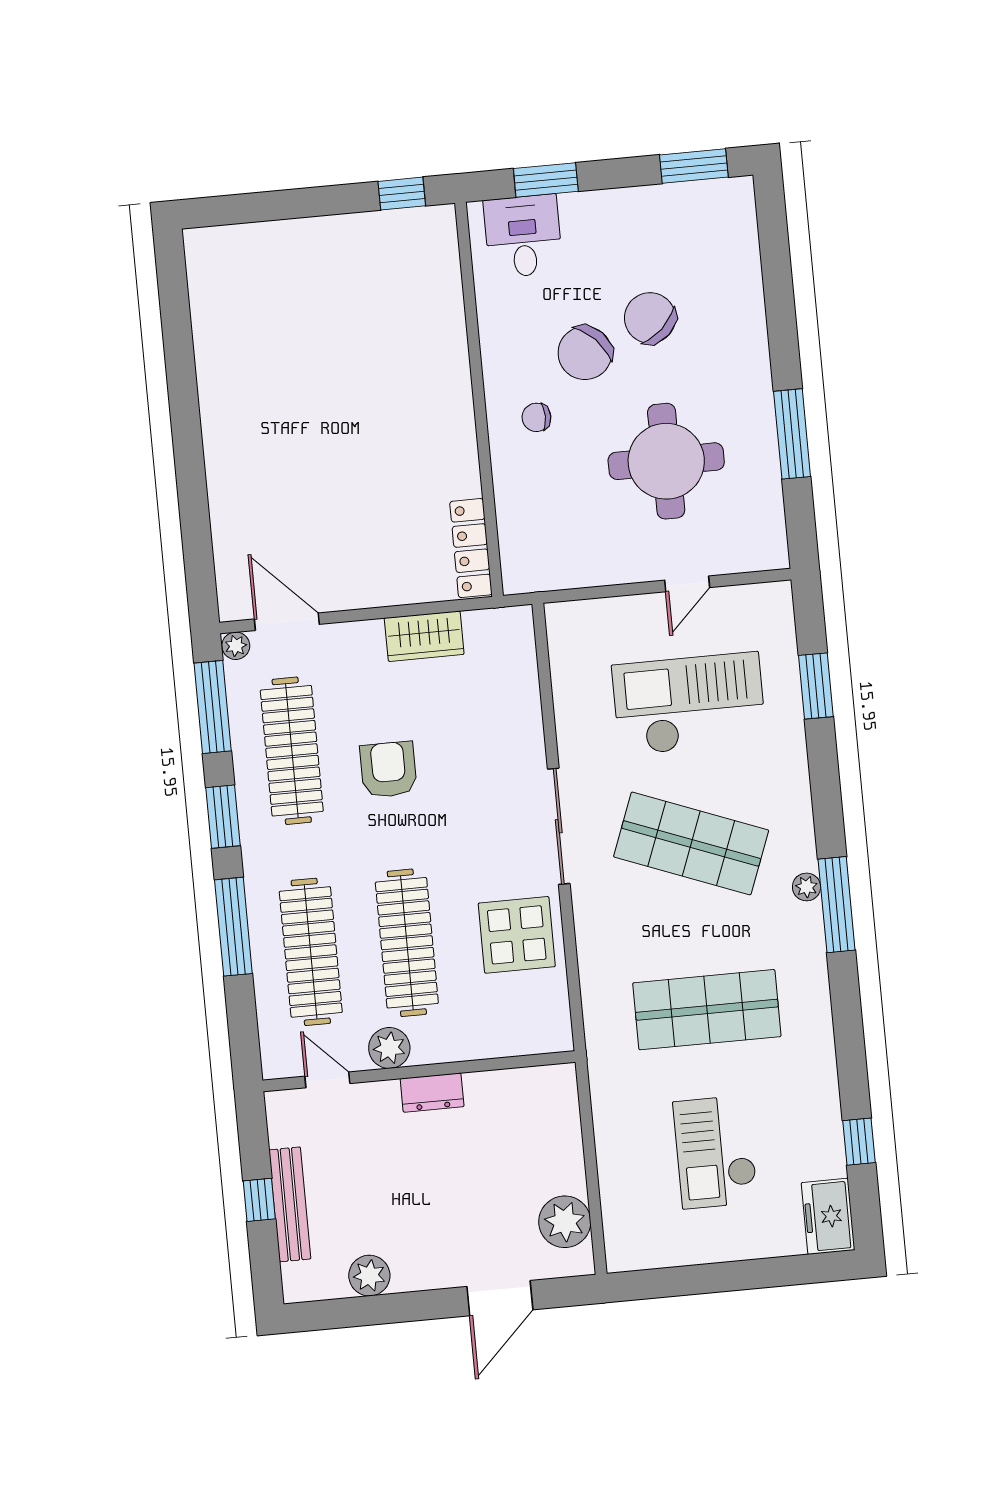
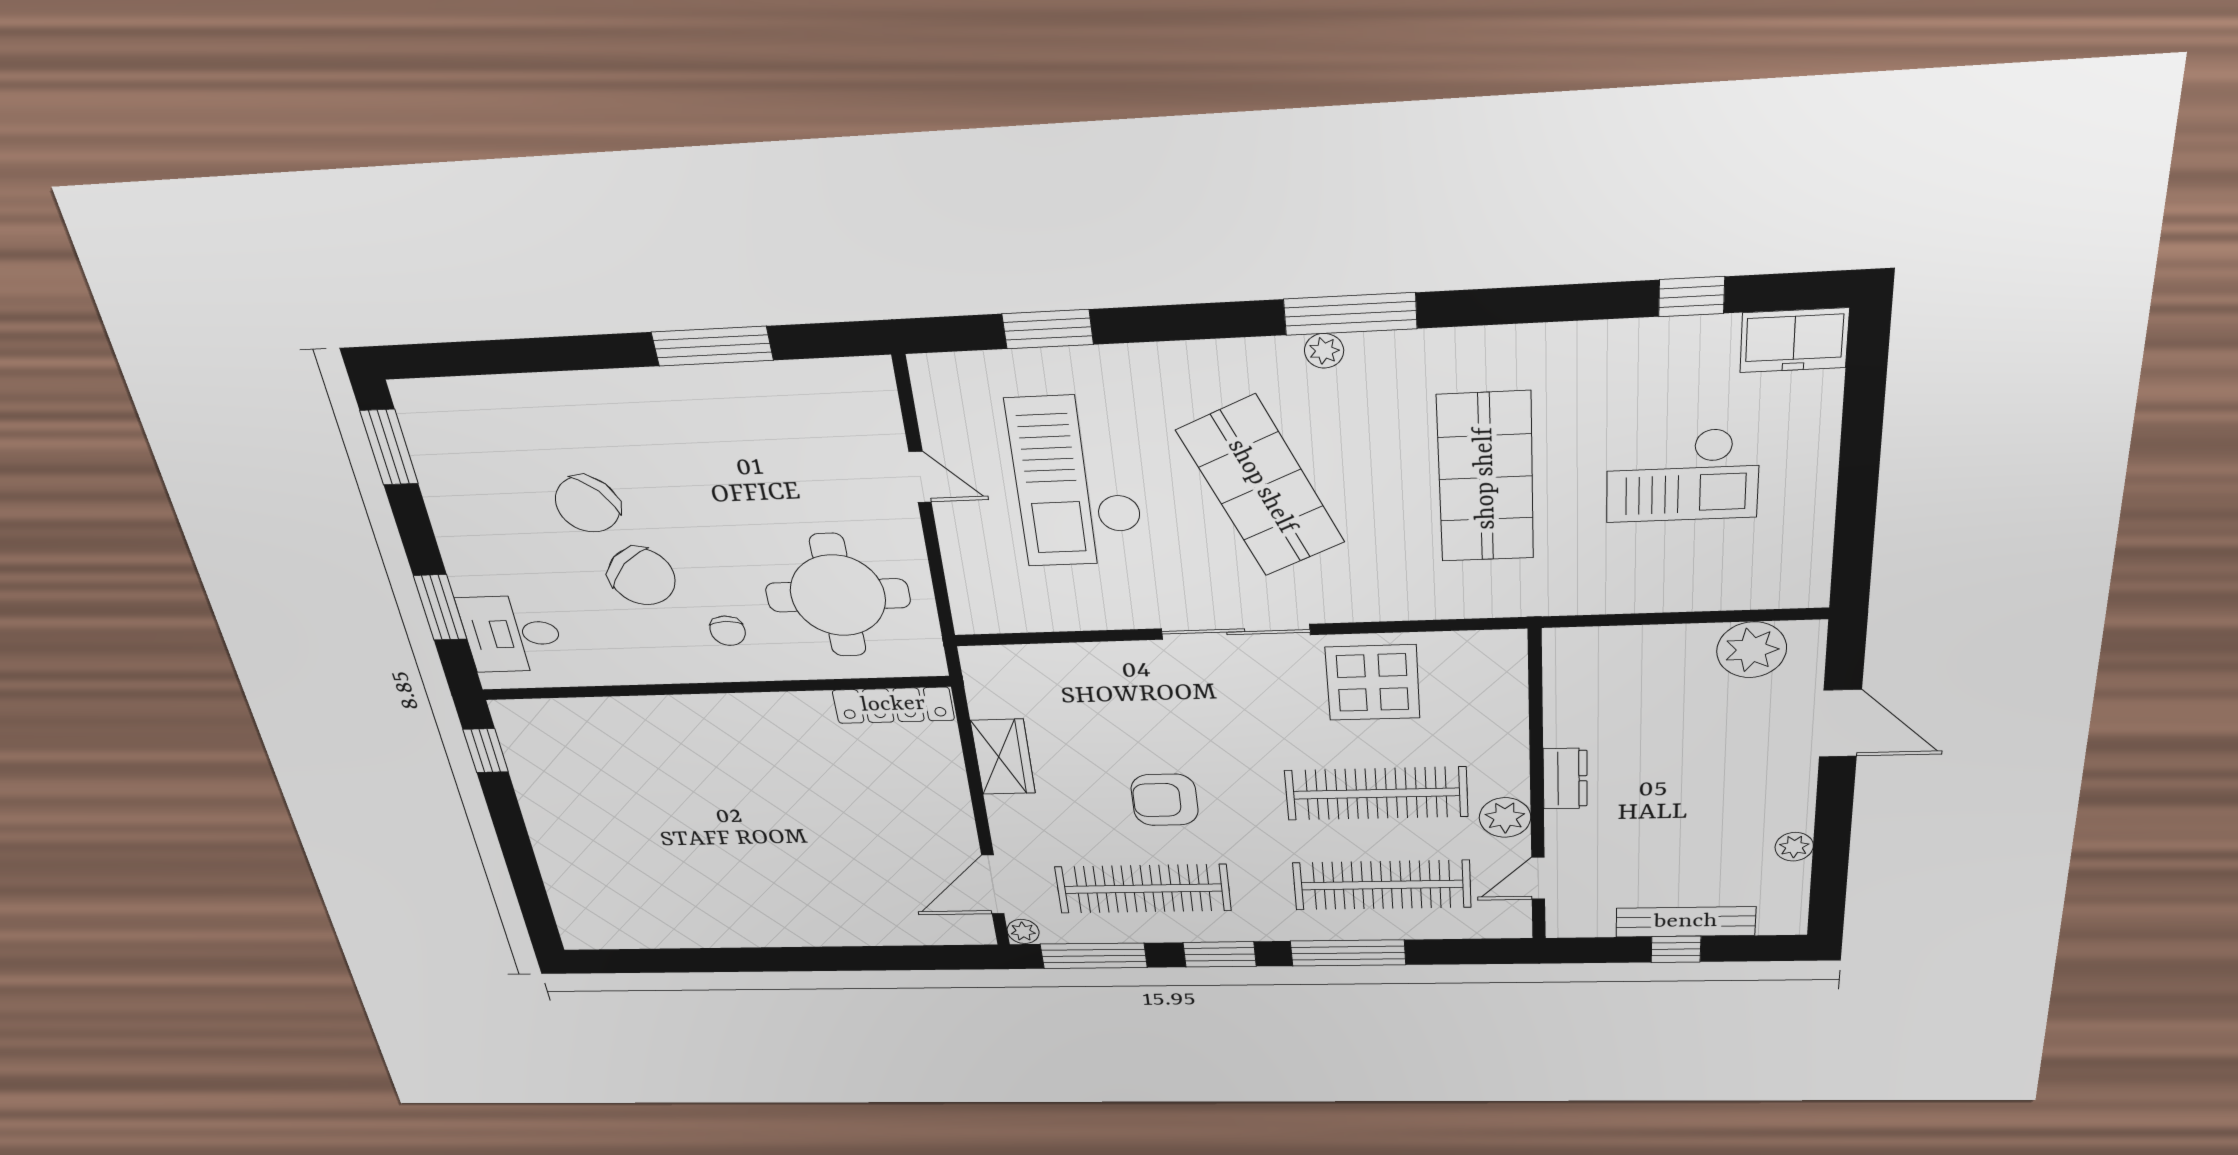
round table: (666, 461) -> (838, 595), moved
shop shelf: (691, 843) -> (1261, 487), turned -45
plant: (369, 1276) -> (1794, 847), width x0.73, depth x0.73

